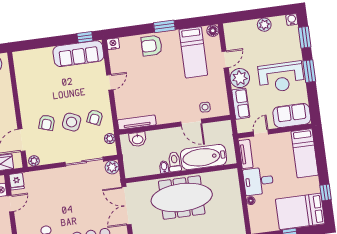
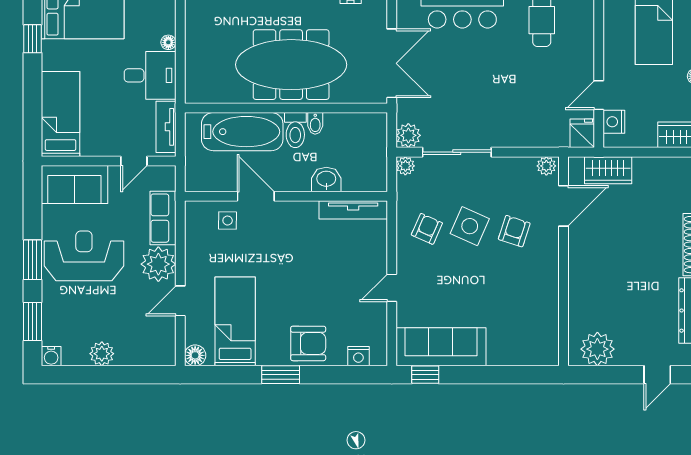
nightstand: (113, 44) -> (358, 356), moved
plant: (110, 139) -> (405, 166), moved
washbasin: (138, 139) -> (326, 179), moved

